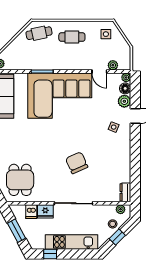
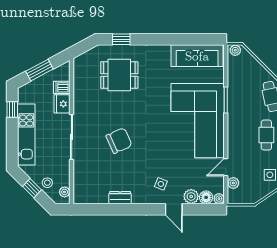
dining table: (20, 180) -> (119, 75), moved
dresser: (125, 192) -> (120, 198), moved

